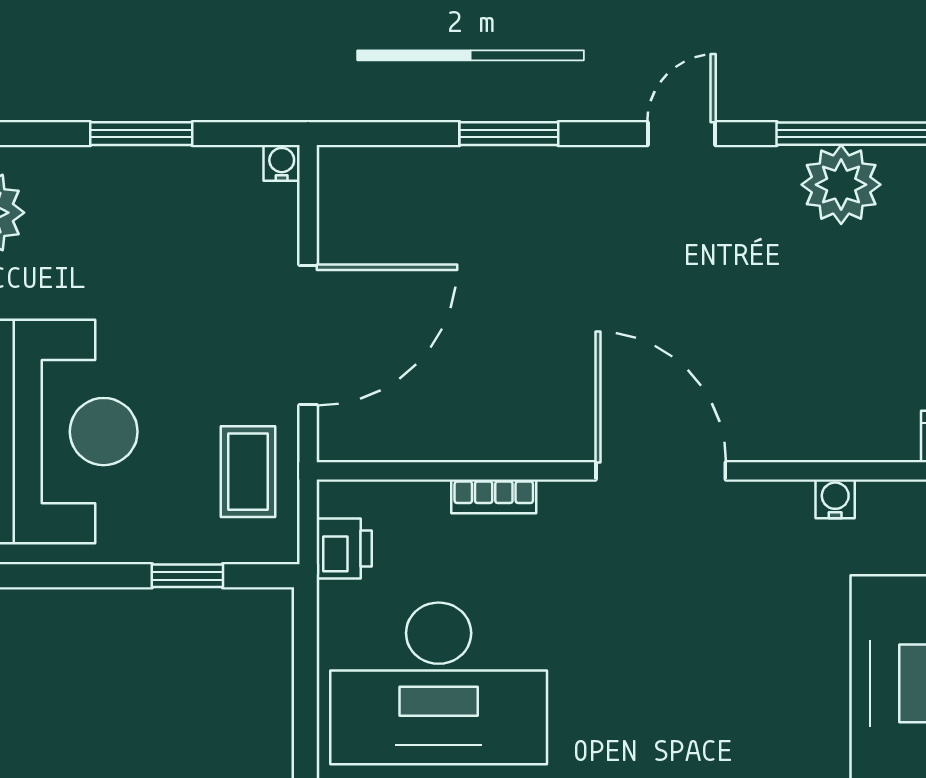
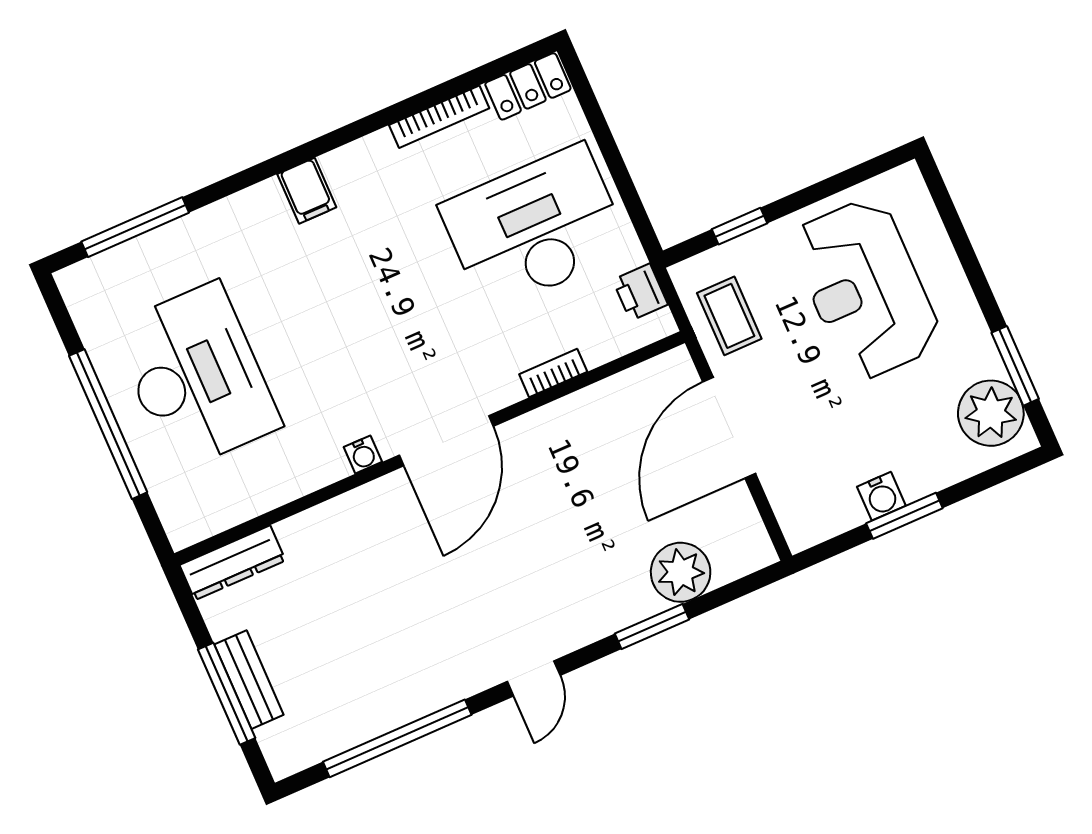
water cooler: (282, 163) -> (881, 496), moved, width x1.38, depth x1.38
plant: (841, 185) -> (681, 572), moved
door: (661, 471) -> (446, 441), hinge flipped
water cooler: (835, 499) -> (363, 454), moved

